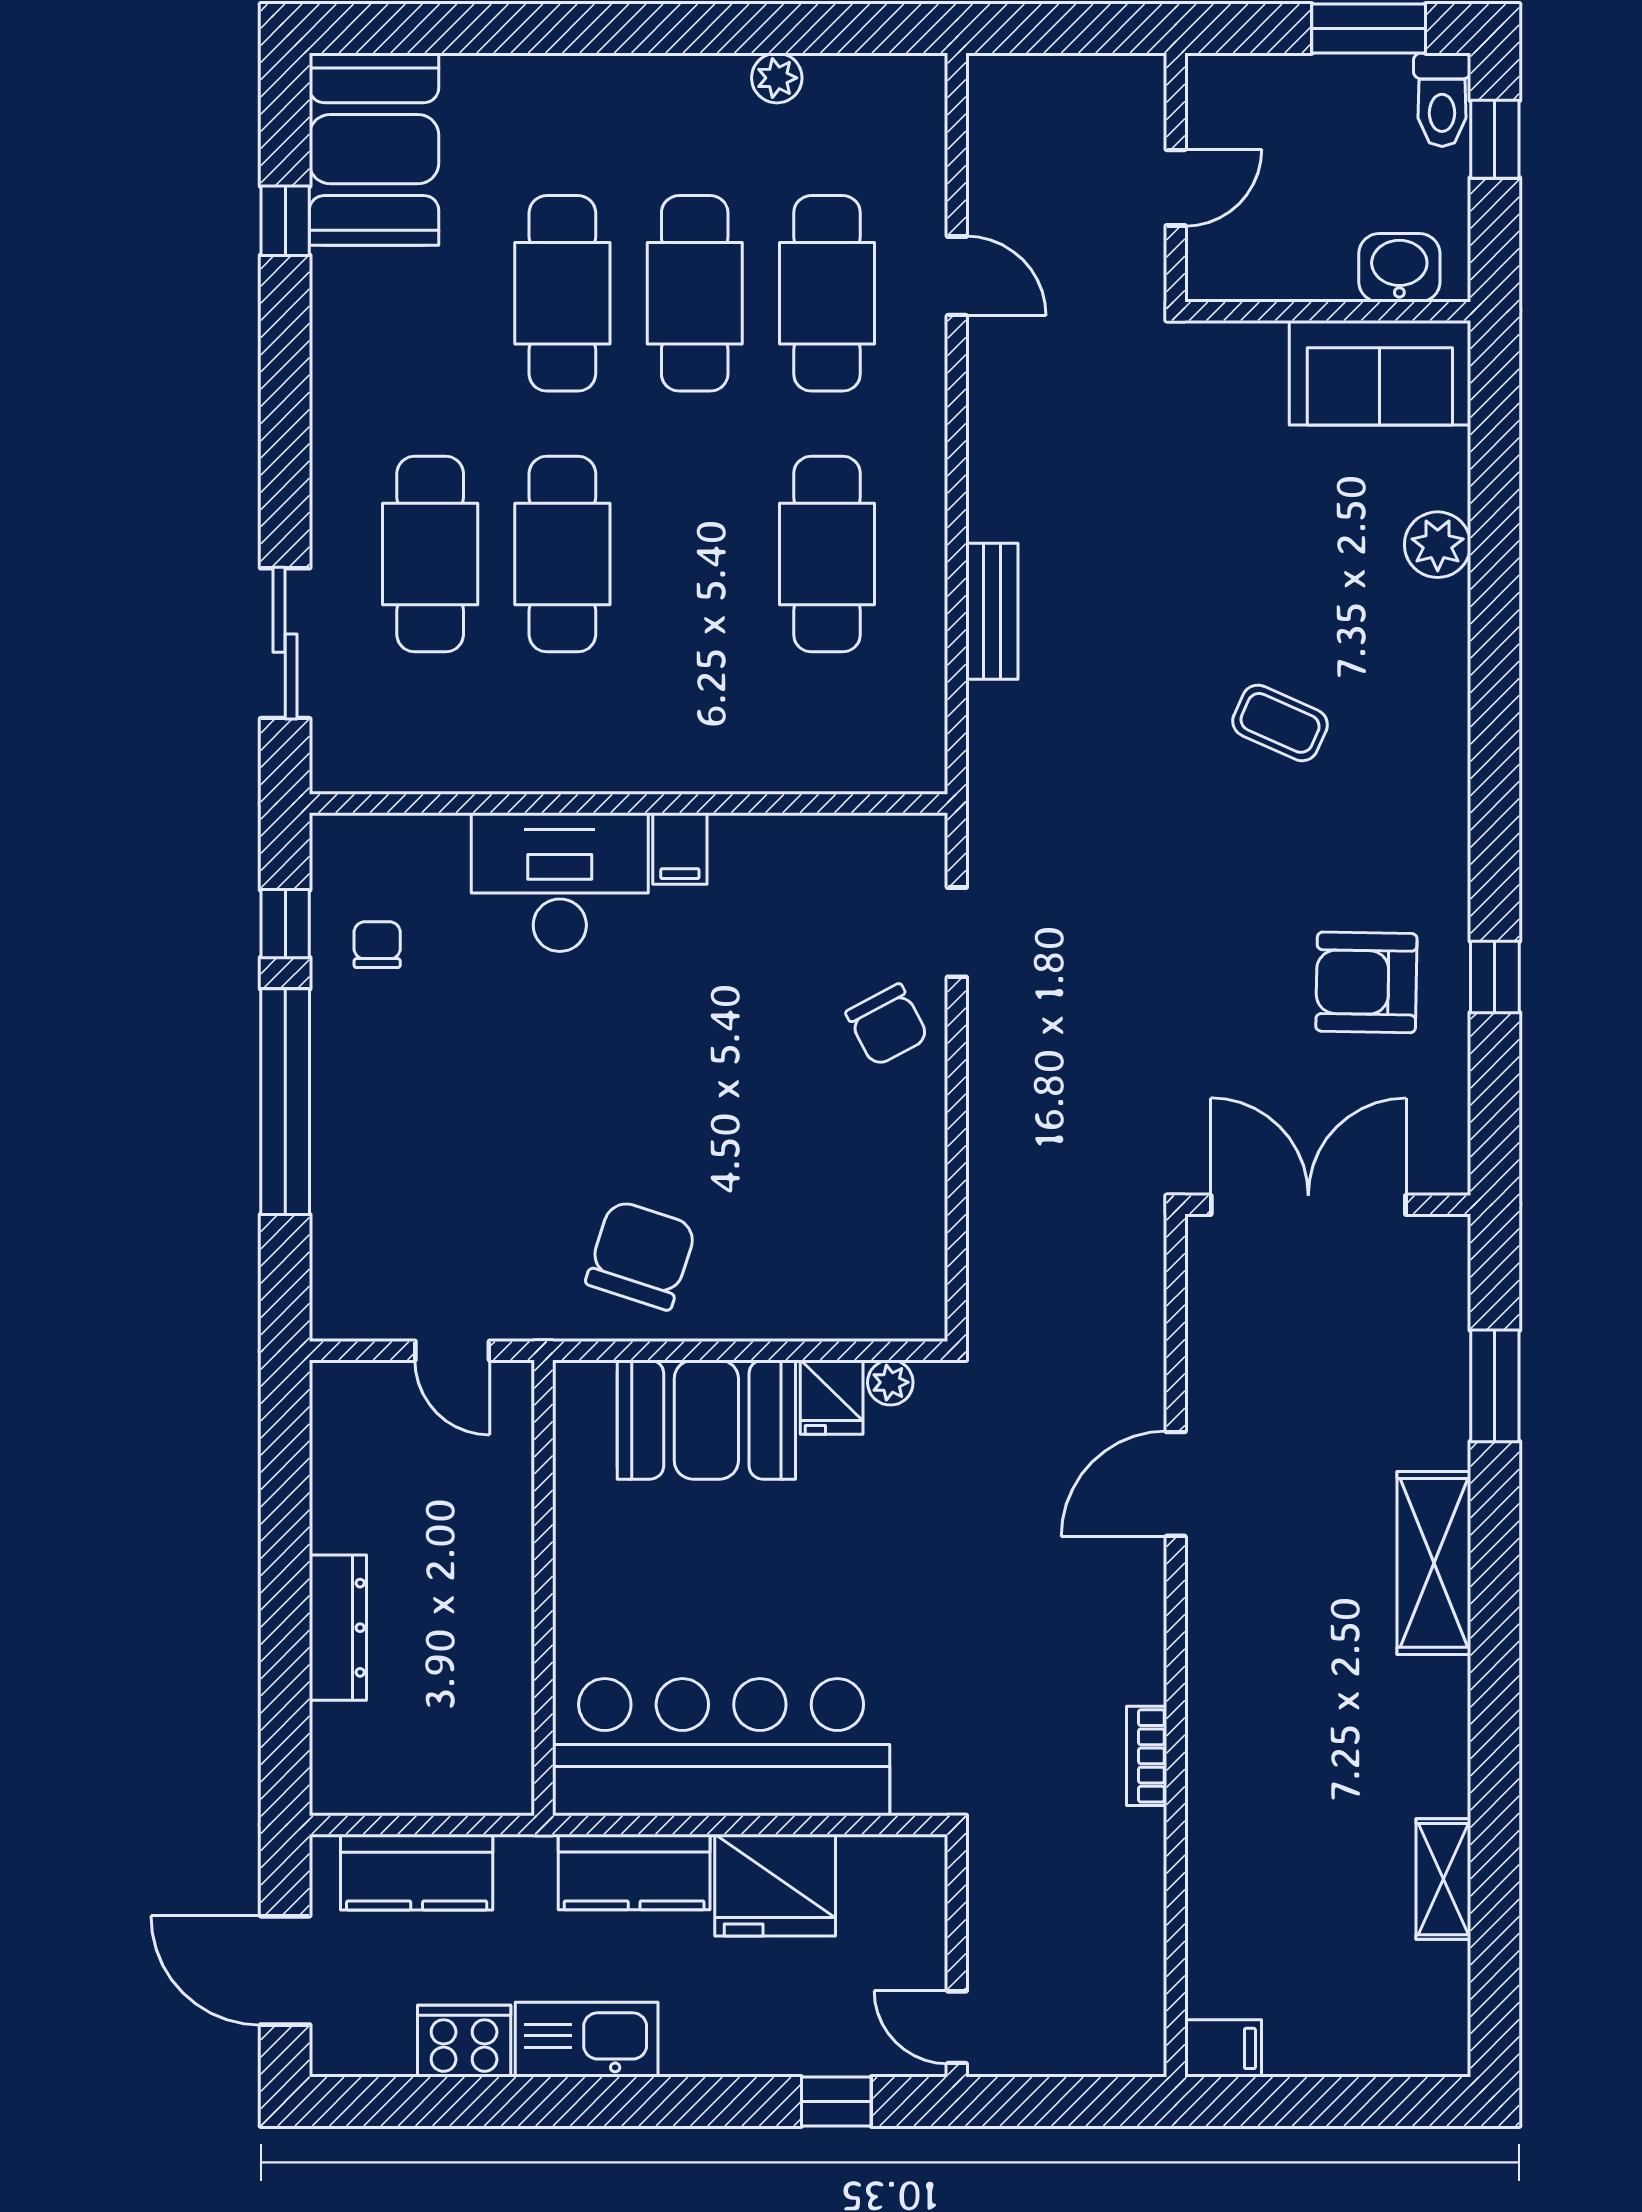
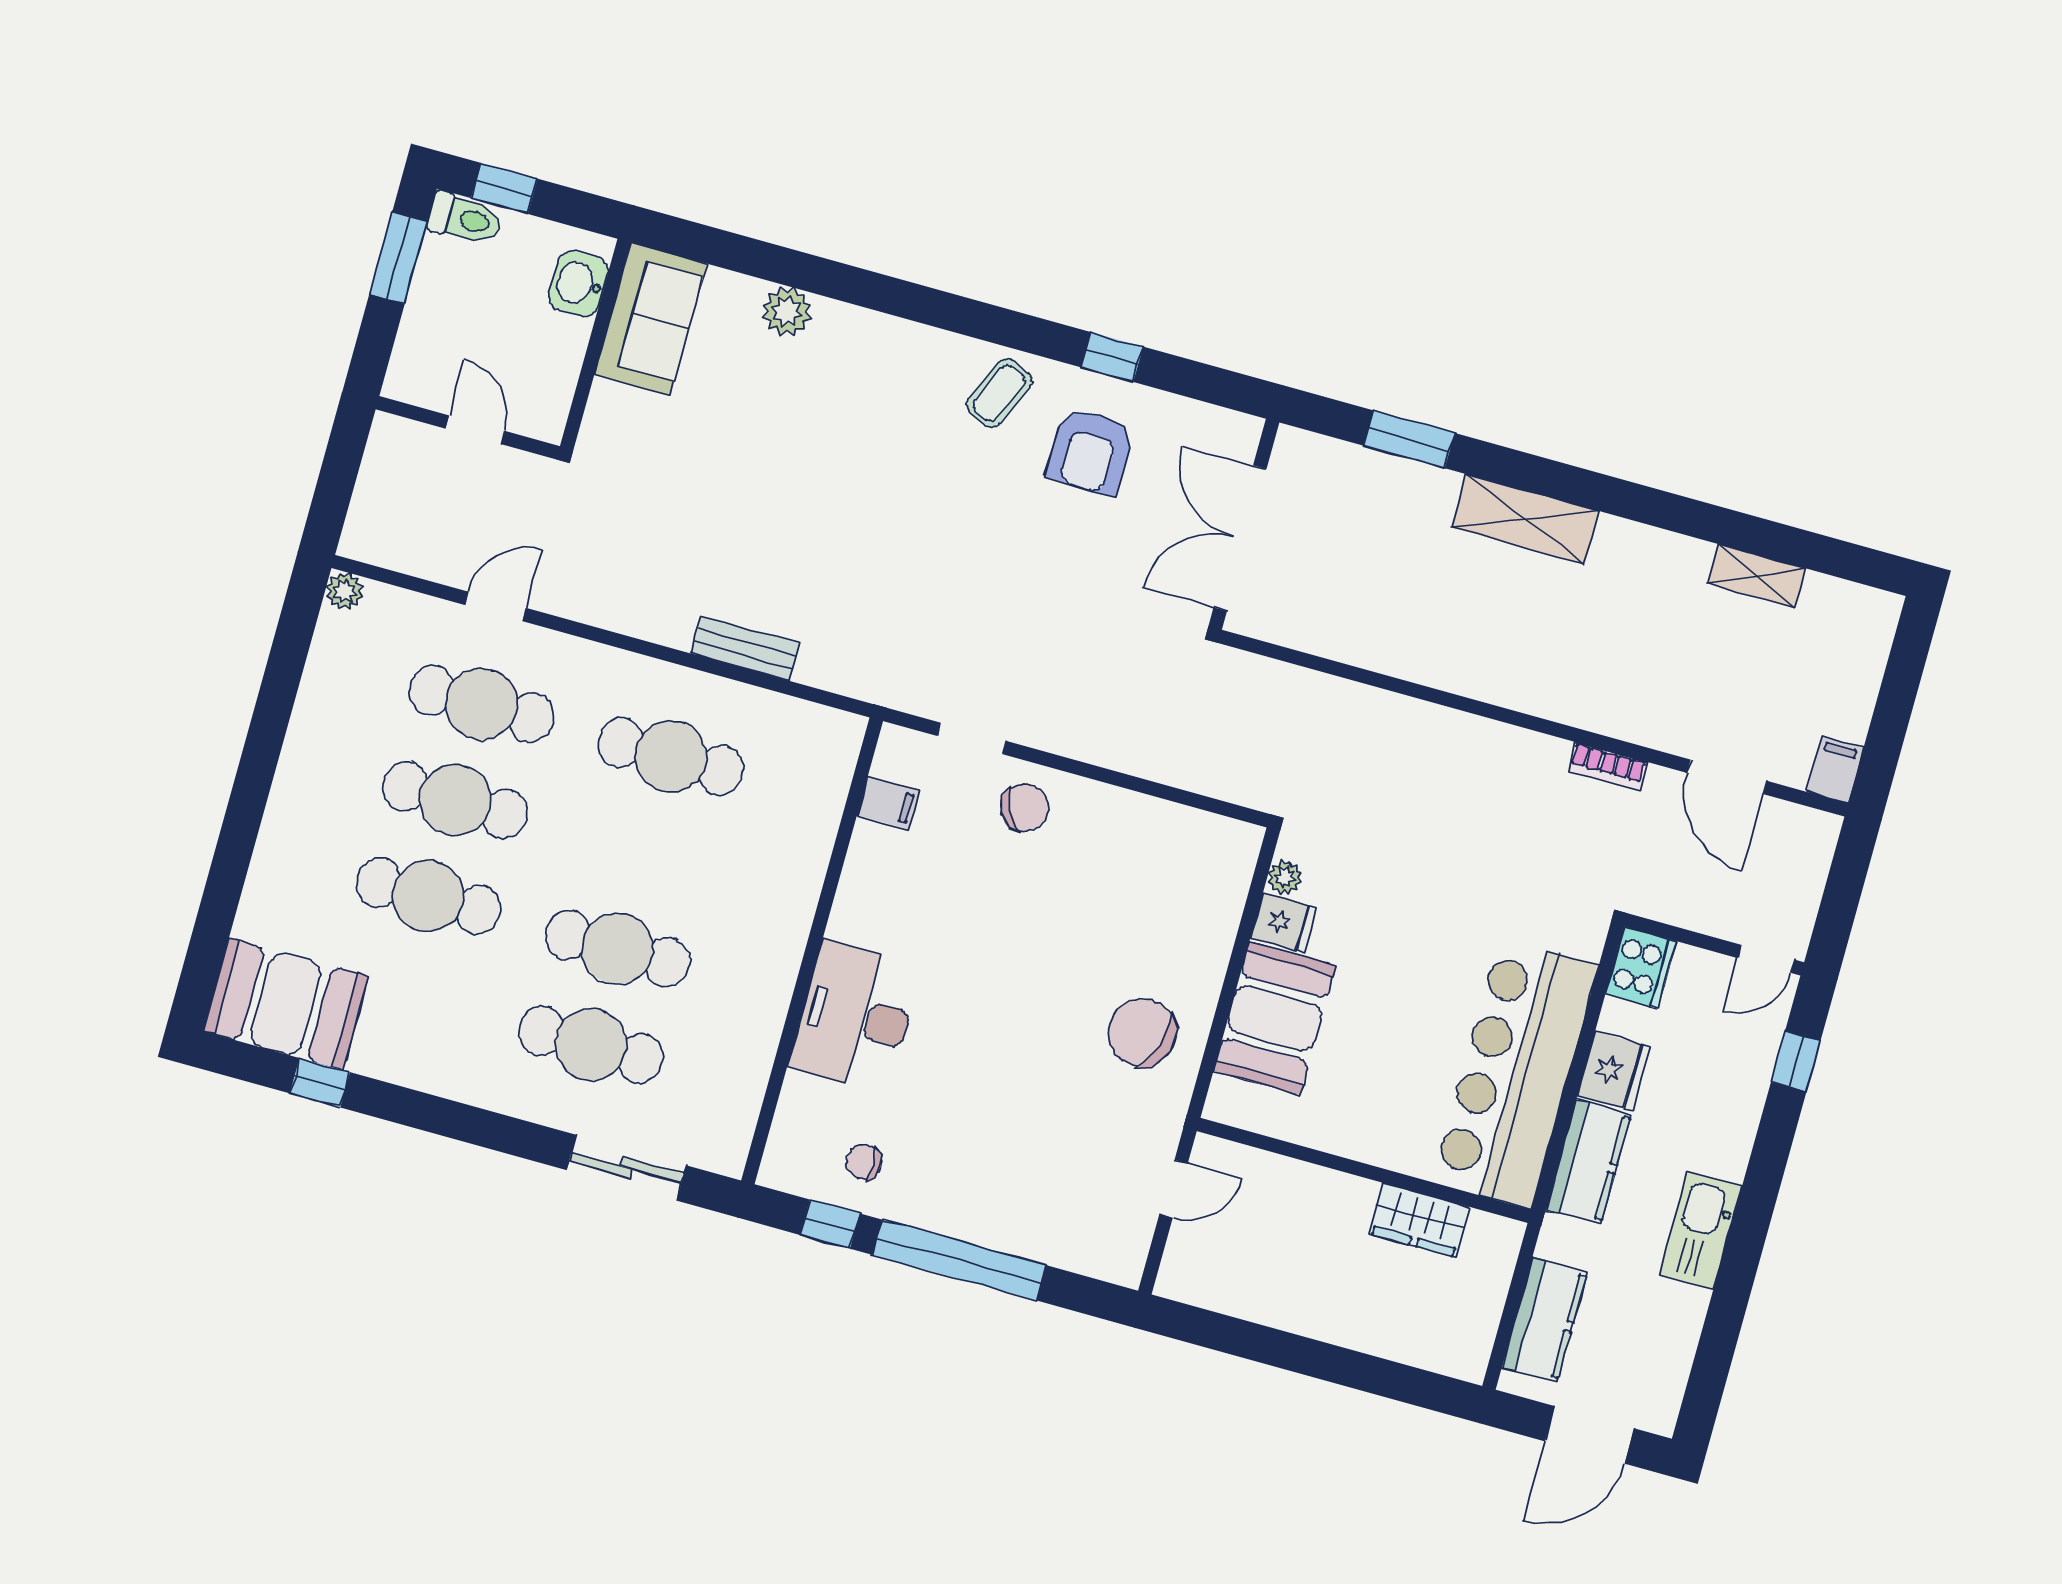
plant: (777, 78) -> (345, 591), moved
coffee table: (1280, 723) -> (999, 393), moved
filing cabinet: (680, 849) -> (888, 803), moved
door: (1176, 1484) -> (1727, 777), moved
dresser: (338, 1628) -> (1352, 1328), removed
wardrobe: (499, 1676) -> (1419, 1220), added
fridge: (775, 1885) -> (1614, 1071), width x0.73, depth x0.75
cooker: (464, 2041) -> (1641, 968), moved, turned 180

